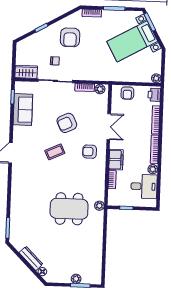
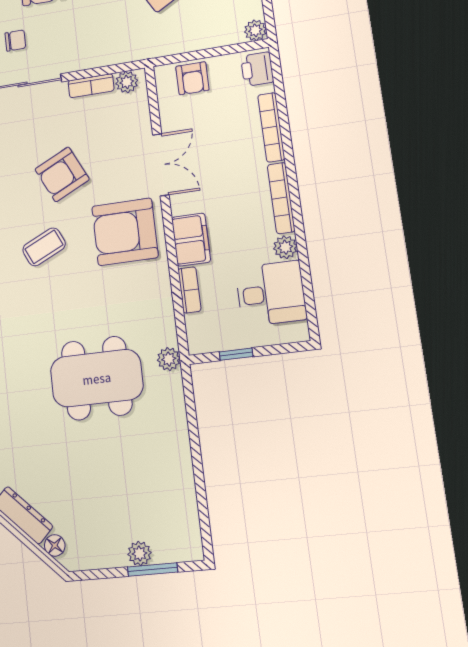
armchair: (90, 152) -> (125, 232), width x1.88, depth x1.88

